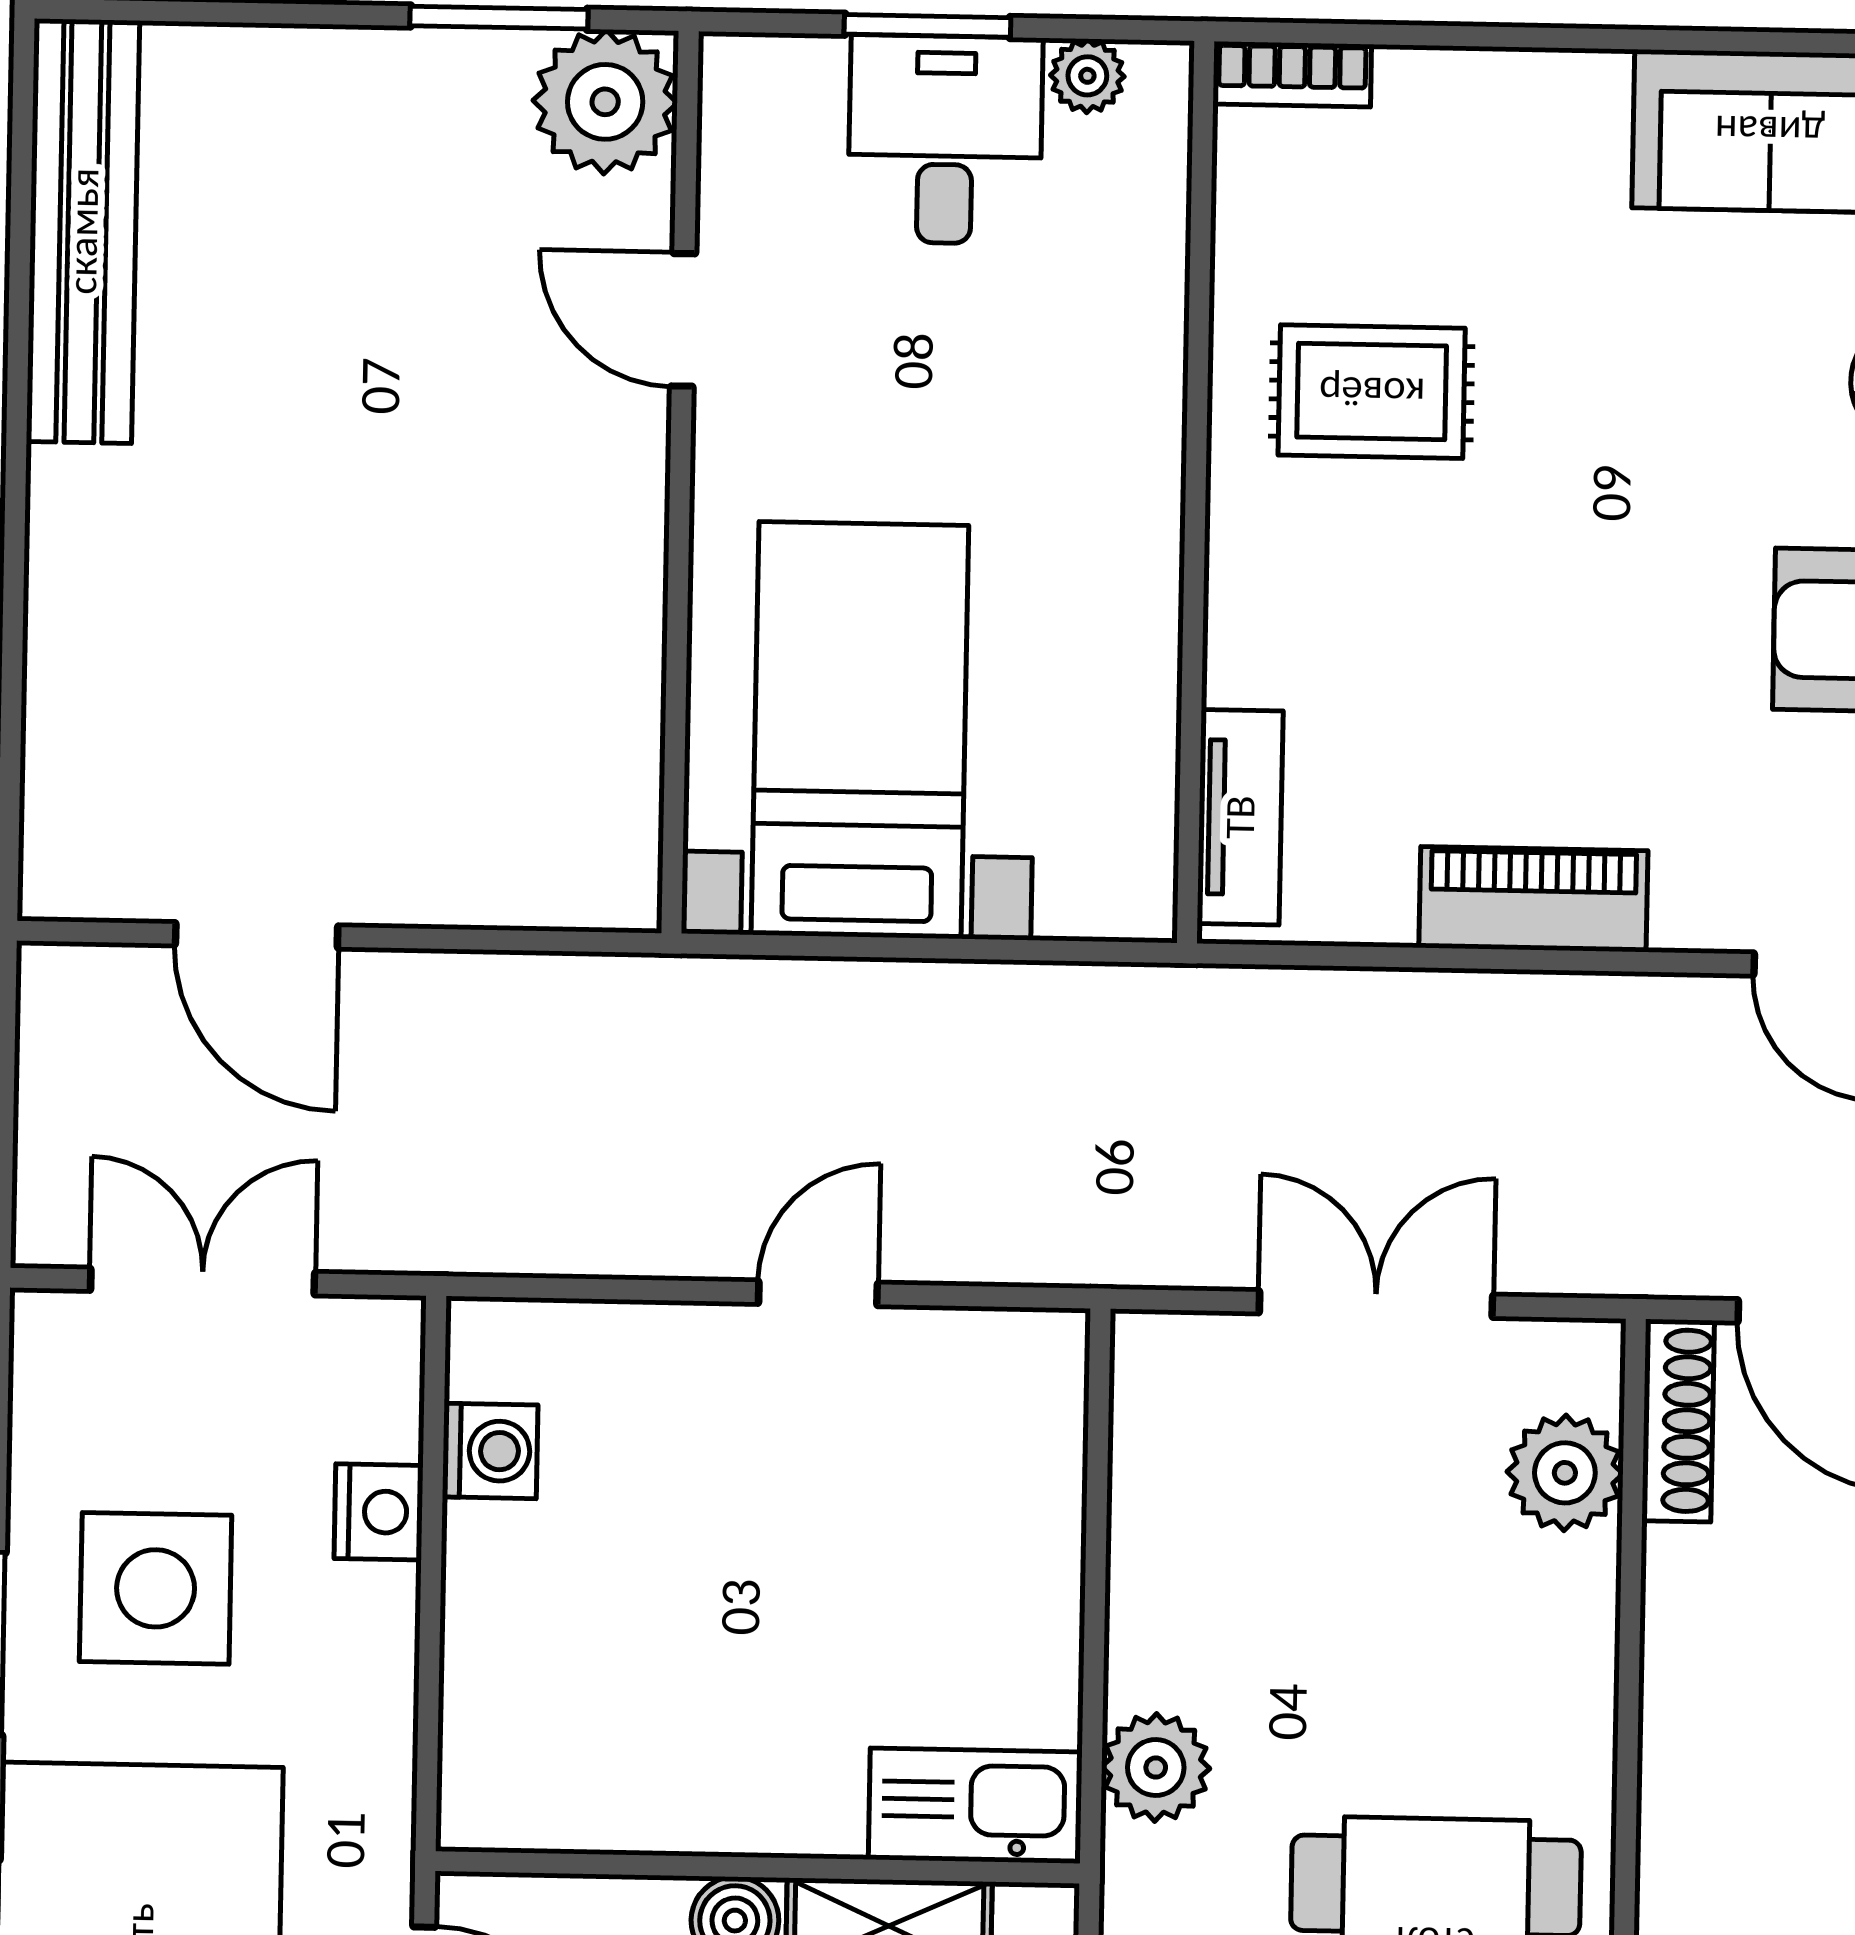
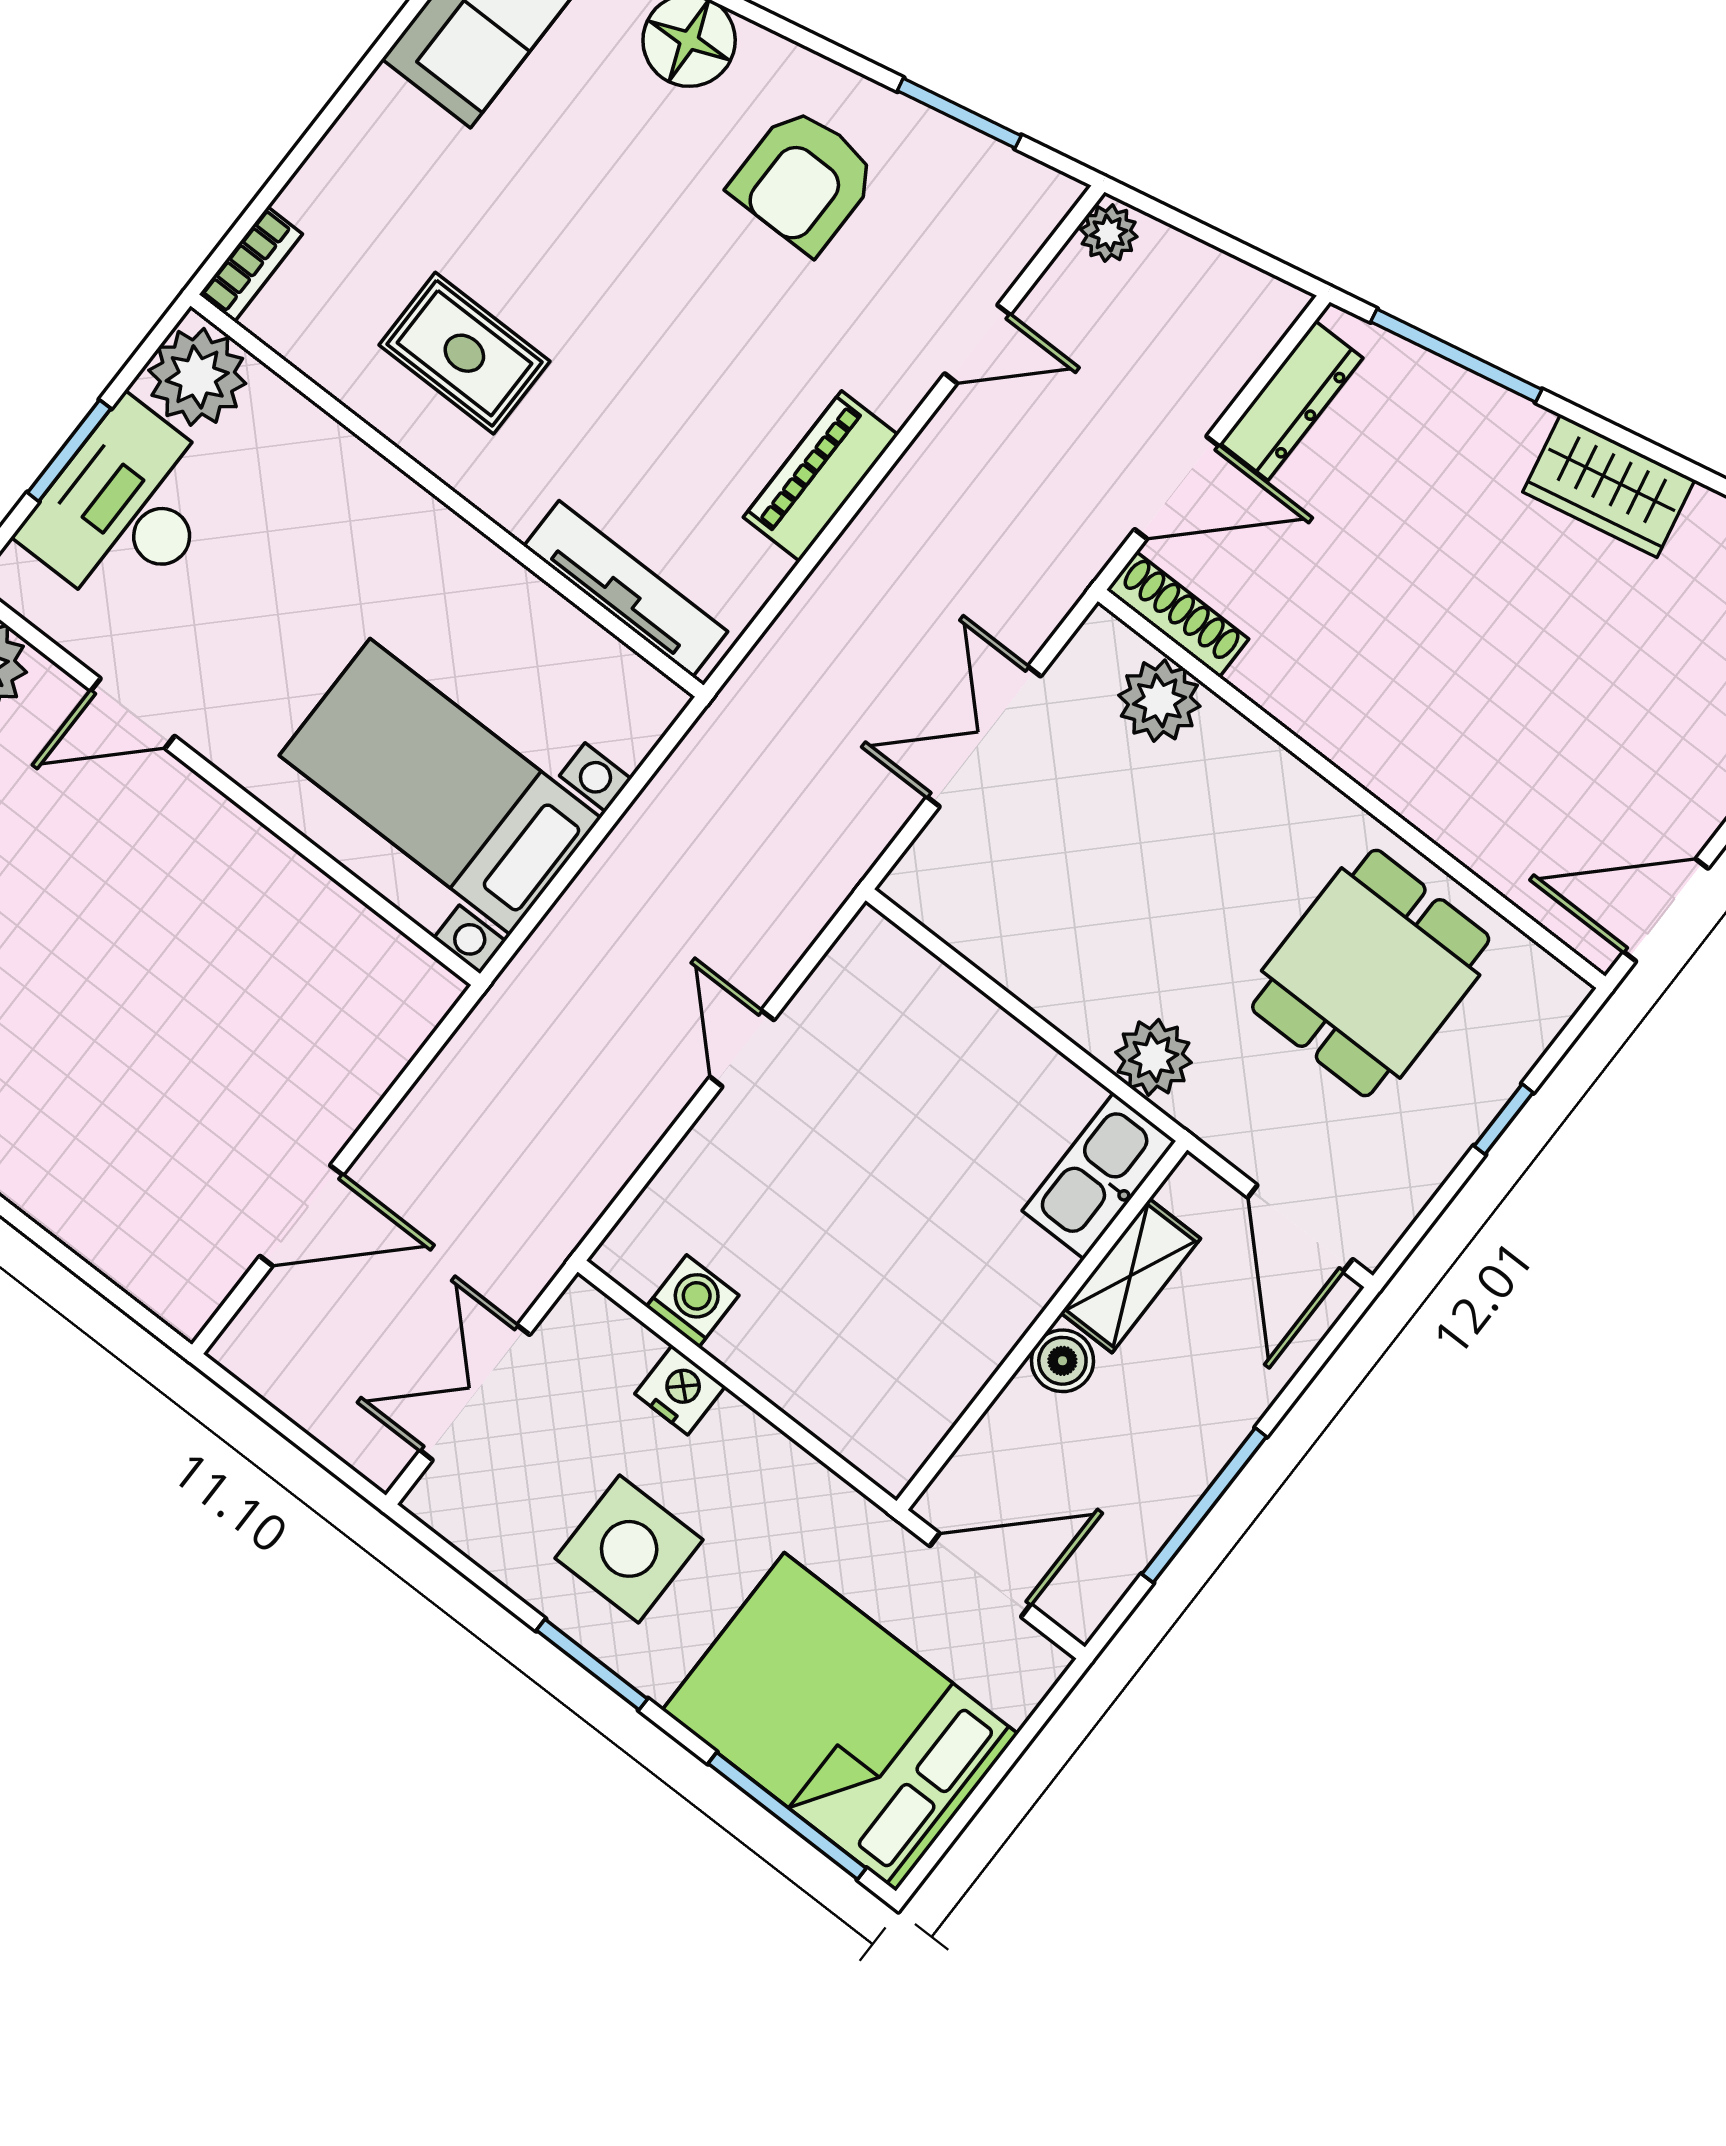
plant: (1087, 76) -> (197, 377), width x1.88, depth x1.88
desk: (945, 140) -> (126, 509), width x1.37
rug: (1372, 392) -> (464, 353), turned 90
tv unit: (1240, 817) -> (626, 589), width x1.41

